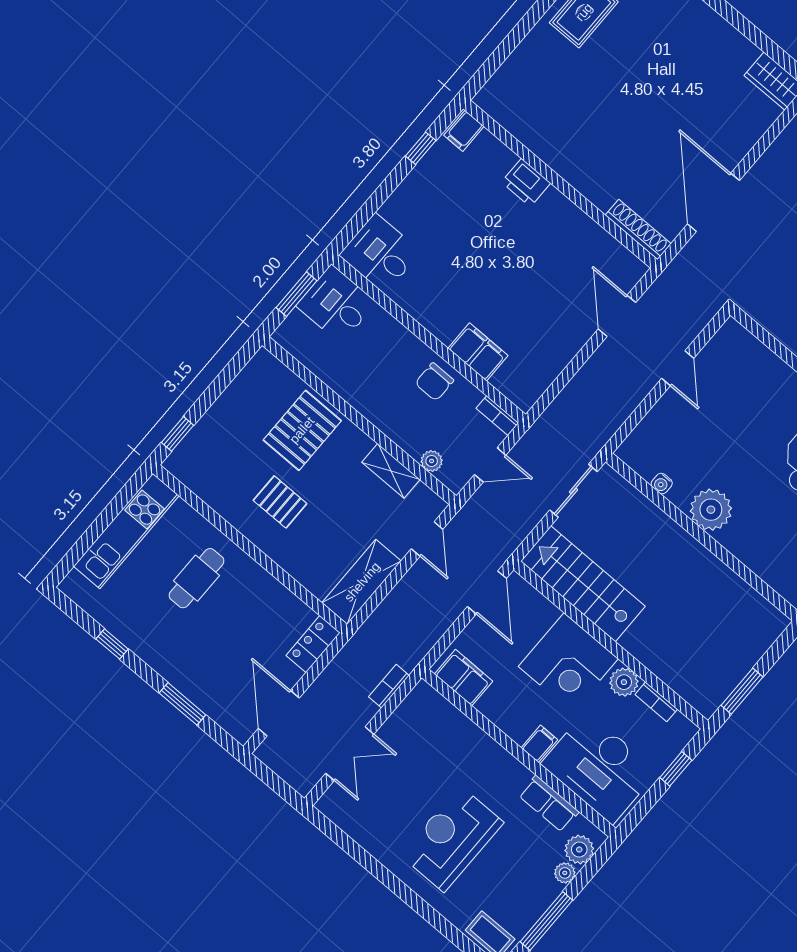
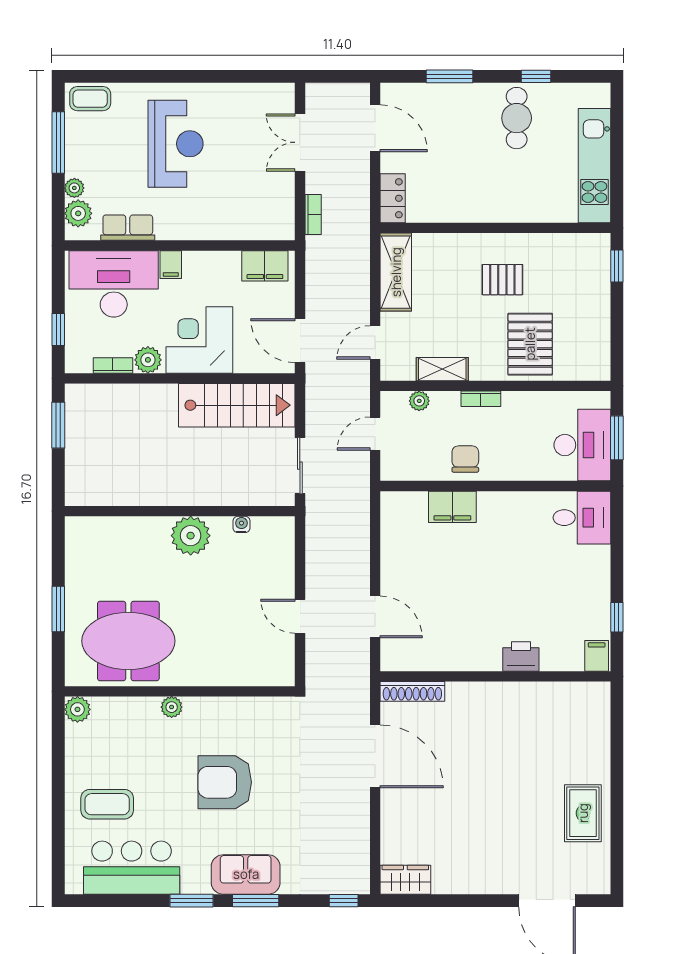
desk: (336, 304) -> (582, 445), width x1.37
bookcase: (497, 416) -> (481, 399), moved, turned 180
door: (427, 539) -> (375, 342), hinge flipped
cafe table: (197, 578) -> (517, 118), moved

